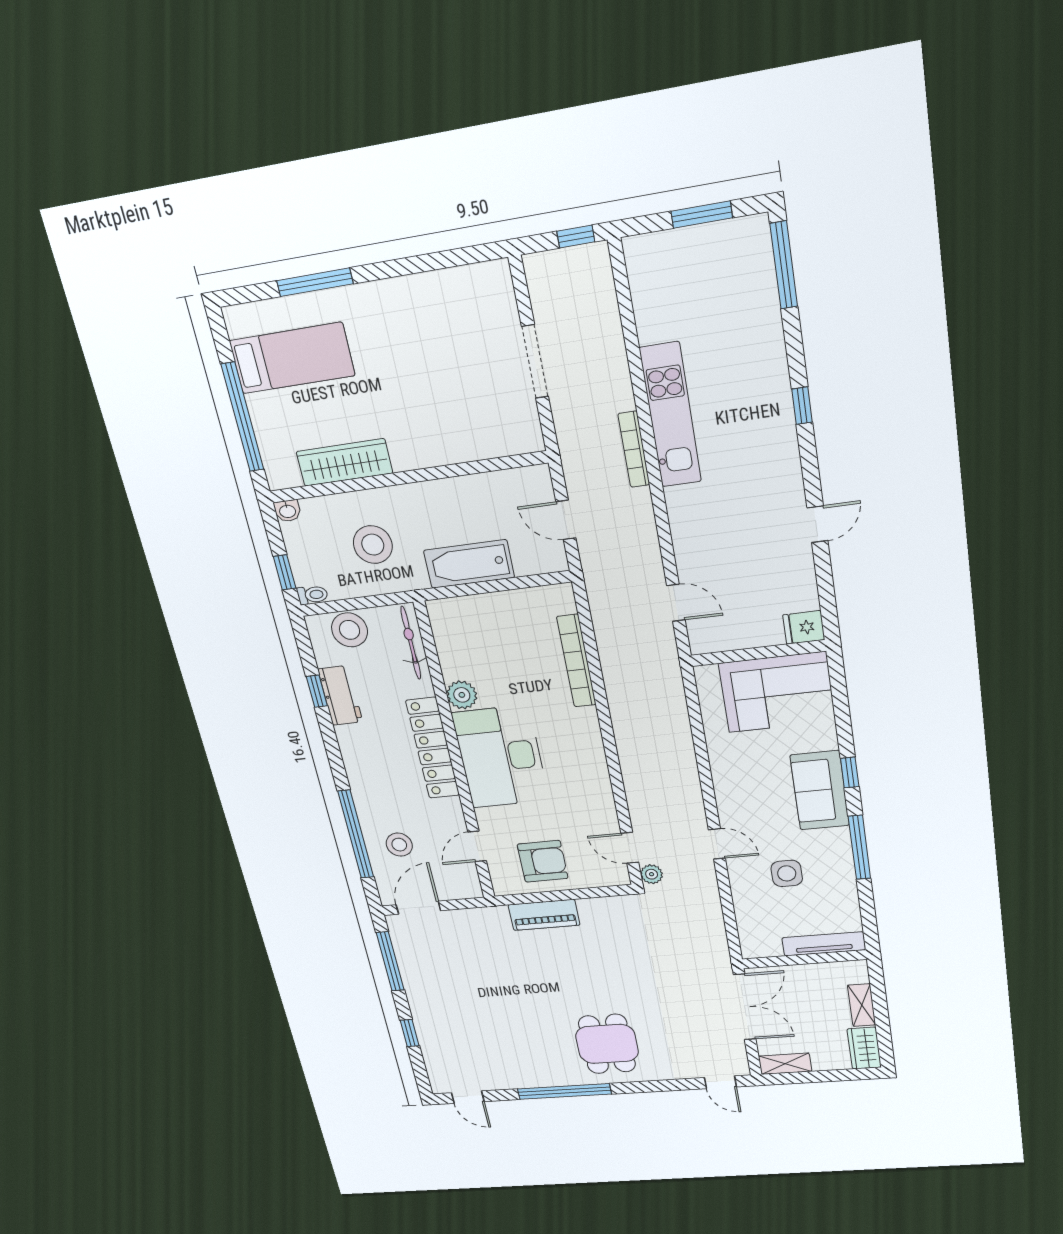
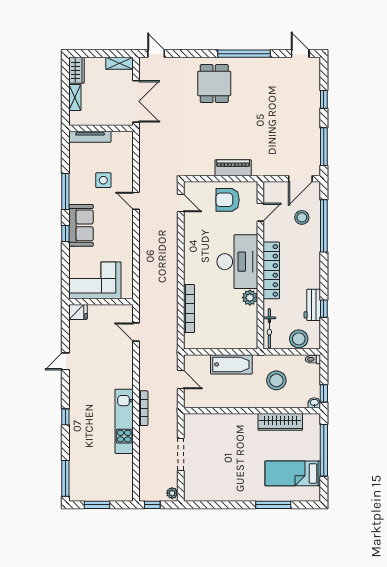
window: (285, 572) -> (324, 393), moved
plant: (652, 874) -> (172, 493), moved
double door: (745, 1007) -> (136, 101), swing flipped

